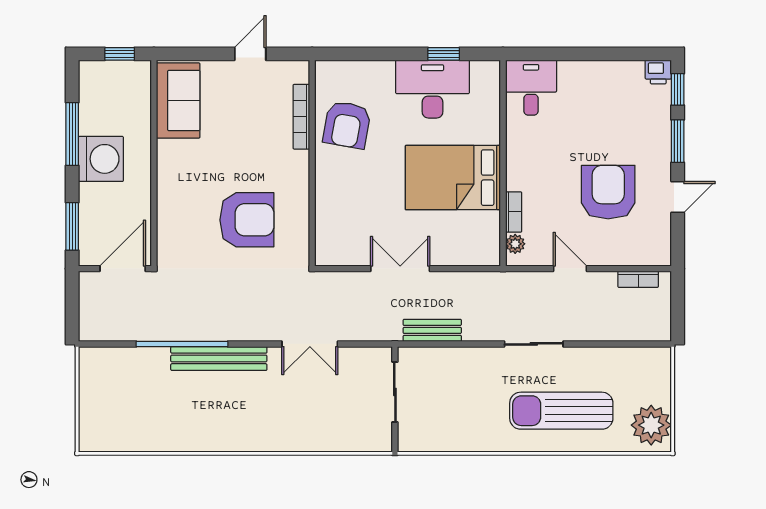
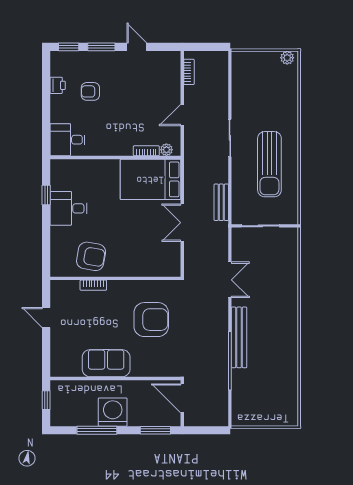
printer: (658, 72) -> (58, 85), moved
desk: (432, 89) -> (68, 208), width x0.73
sofa: (178, 101) -> (106, 363), moved
bookcase: (301, 117) -> (93, 285), width x0.64
bed: (453, 178) -> (150, 179), moved, turned 90
armchair: (608, 192) -> (90, 91), moved, width x0.53, depth x0.53
armchair: (247, 220) -> (151, 320), turned 90
sun lounger: (561, 411) -> (269, 164), moved
plant: (651, 425) -> (287, 58), width x0.53, depth x0.53

